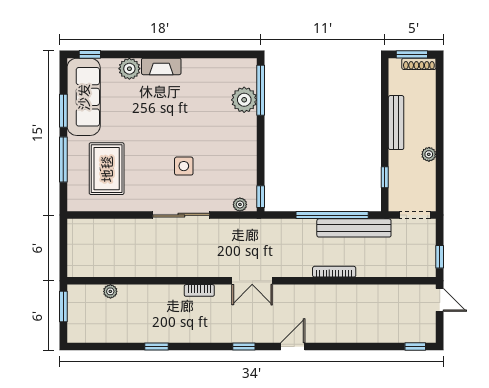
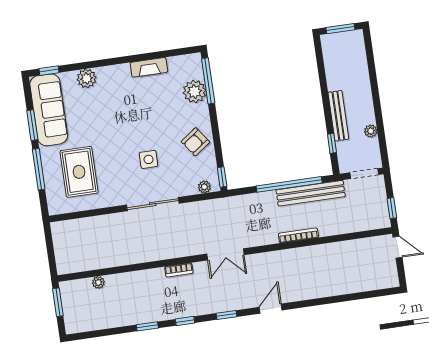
shoe rack: (419, 64) -> (348, 36), removed
fireplace: (161, 66) -> (149, 67), moved
bench: (396, 123) -> (338, 116), moved
armchair: (237, 154) -> (195, 142), added
plant: (429, 154) -> (371, 131), moved
window: (415, 347) -> (185, 321), moved

